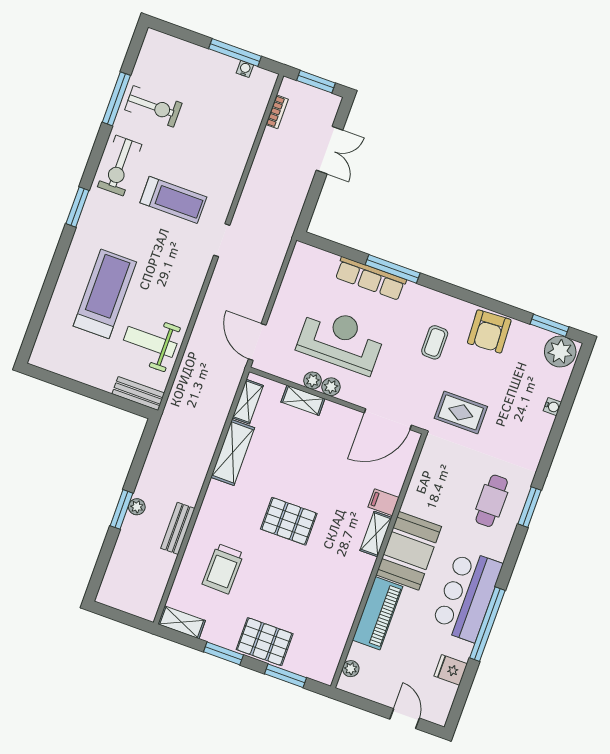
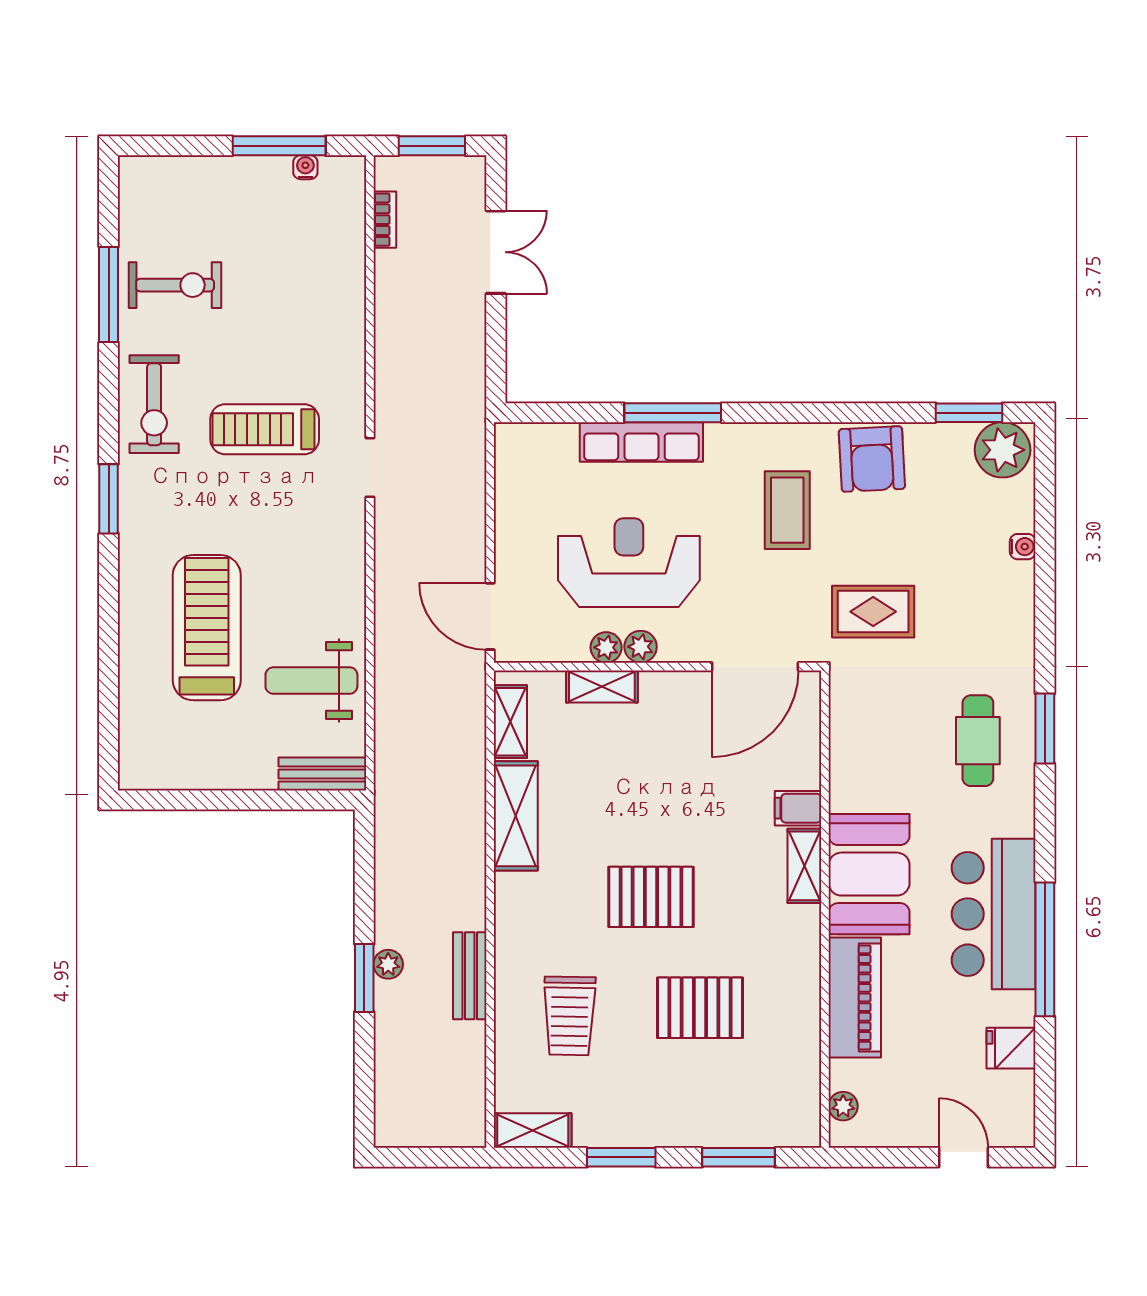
treadmill: (173, 200) -> (265, 429), turned 180
coffee table: (435, 342) -> (787, 510), width x1.36, depth x1.30
pallet: (265, 642) -> (700, 1008), moved

